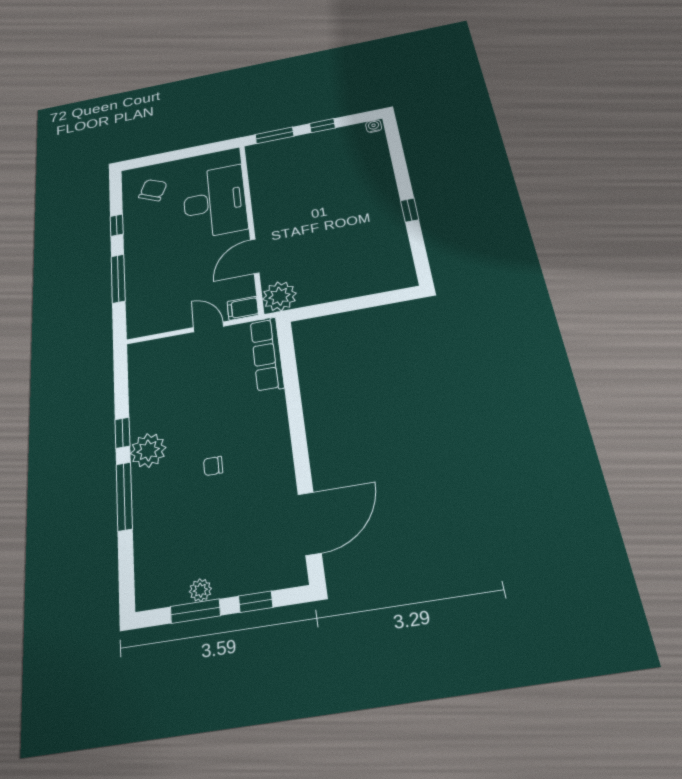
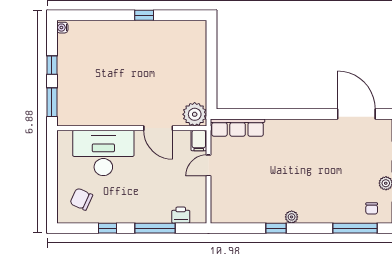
printer: (137, 306) -> (181, 215), added
plant: (148, 450) -> (292, 217), width x0.53, depth x0.53
chair: (213, 466) -> (372, 208), moved
window: (124, 496) -> (355, 228), moved

